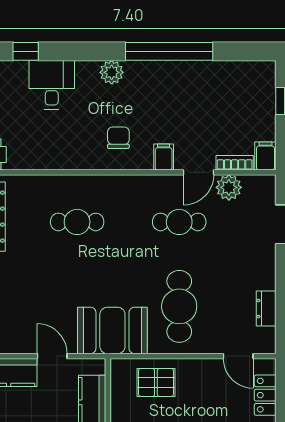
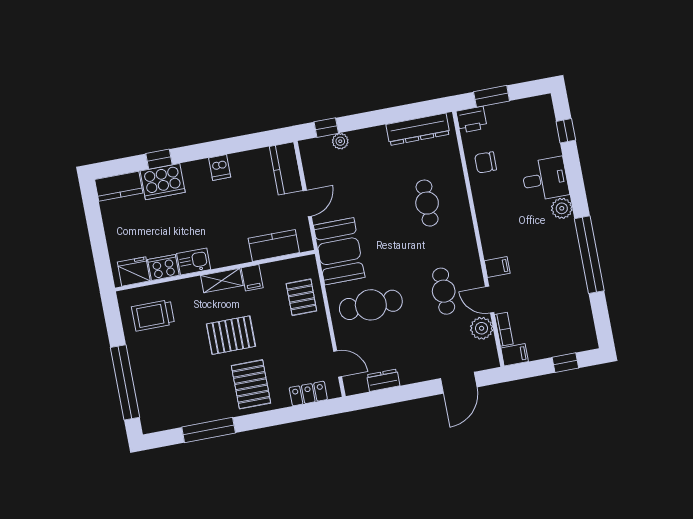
desk: (52, 85) -> (545, 179), moved
chair: (118, 138) -> (486, 162), moved, turned 180
door: (238, 356) -> (338, 364), swing flipped

